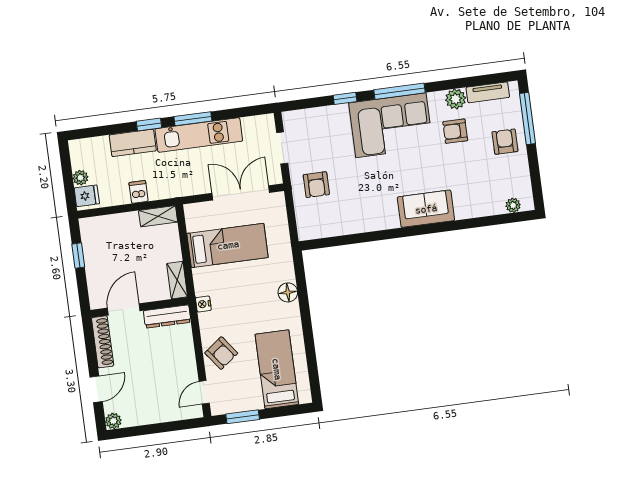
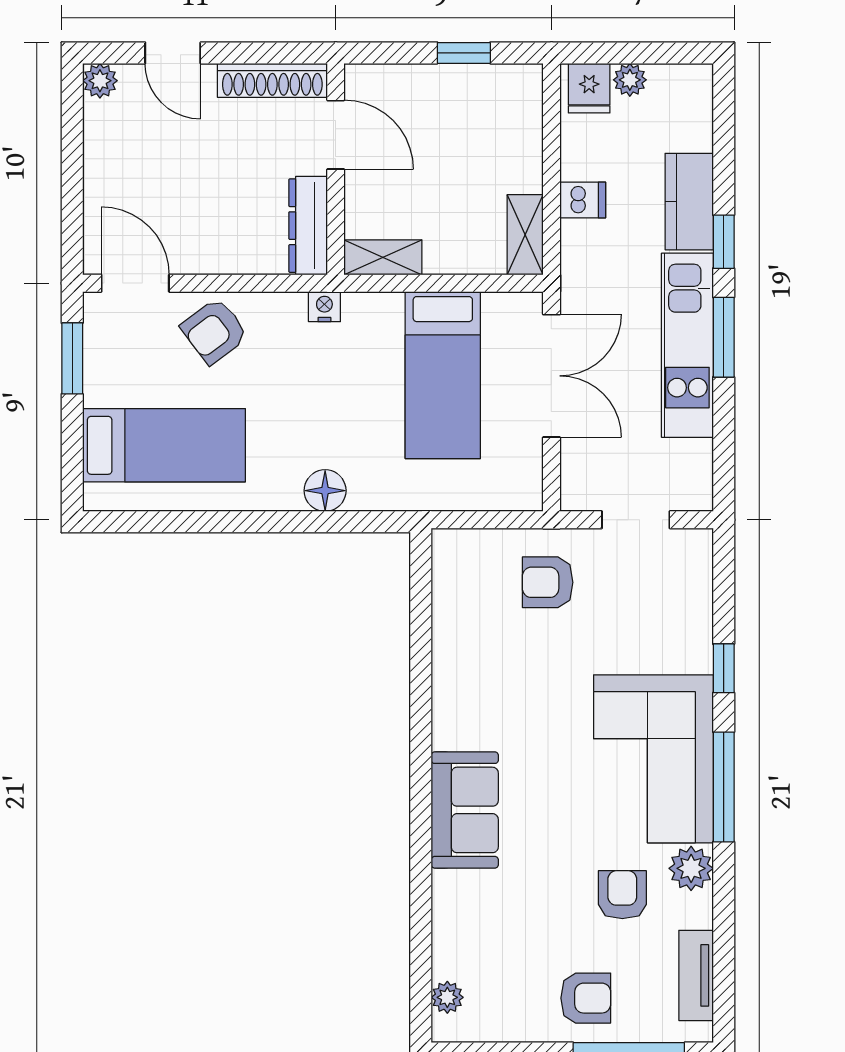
plant: (456, 99) -> (691, 868), moved
double door: (241, 193) -> (551, 376), moved
door: (204, 392) -> (135, 283), width x1.38

